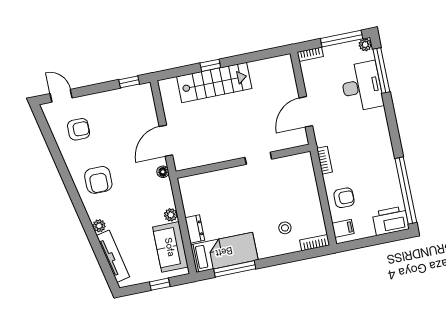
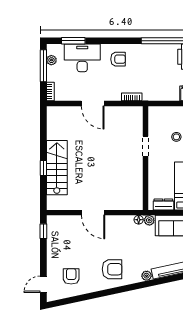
plant: (365, 45) -> (51, 60), moved
window: (381, 71) -> (73, 41), width x0.69
doorway: (258, 158) -> (146, 146), moved
wall: (243, 161) -> (146, 158), moved
floor lamp: (163, 172) -> (139, 220), moved
armchair: (344, 198) -> (118, 59), moved, turned 90

